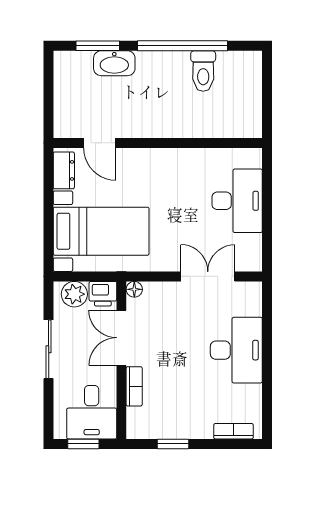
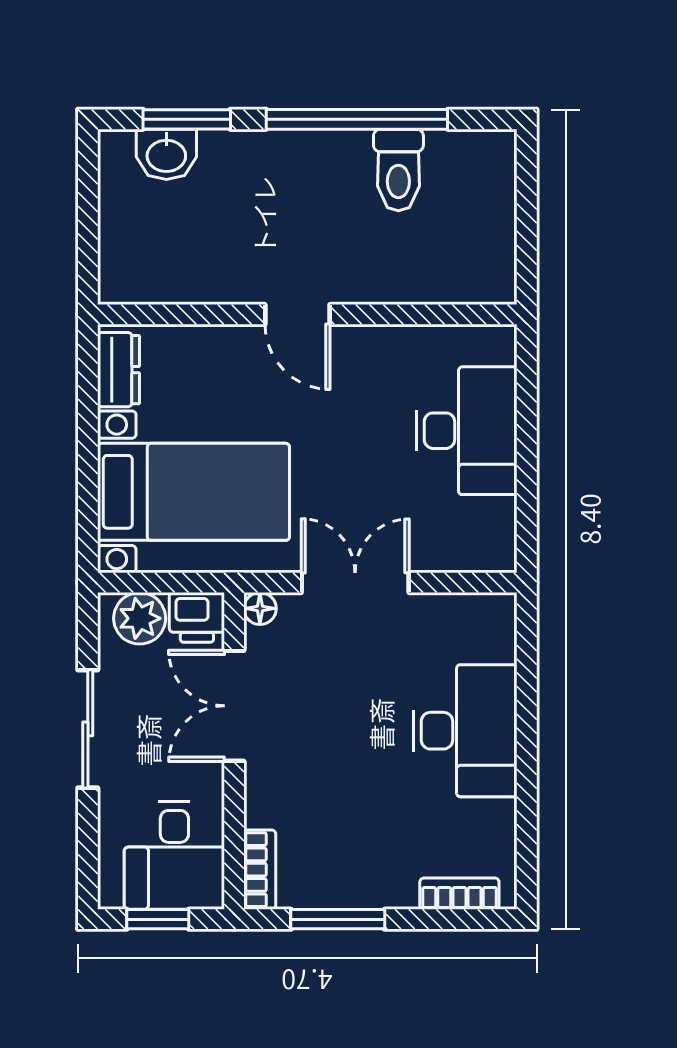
washbasin: (114, 63) -> (166, 154), moved, width x0.72
door: (100, 143) -> (297, 314), moved
double door: (208, 276) -> (355, 583), moved
bookcase: (134, 386) -> (260, 870), moved
window: (173, 444) -> (338, 919), width x1.50

